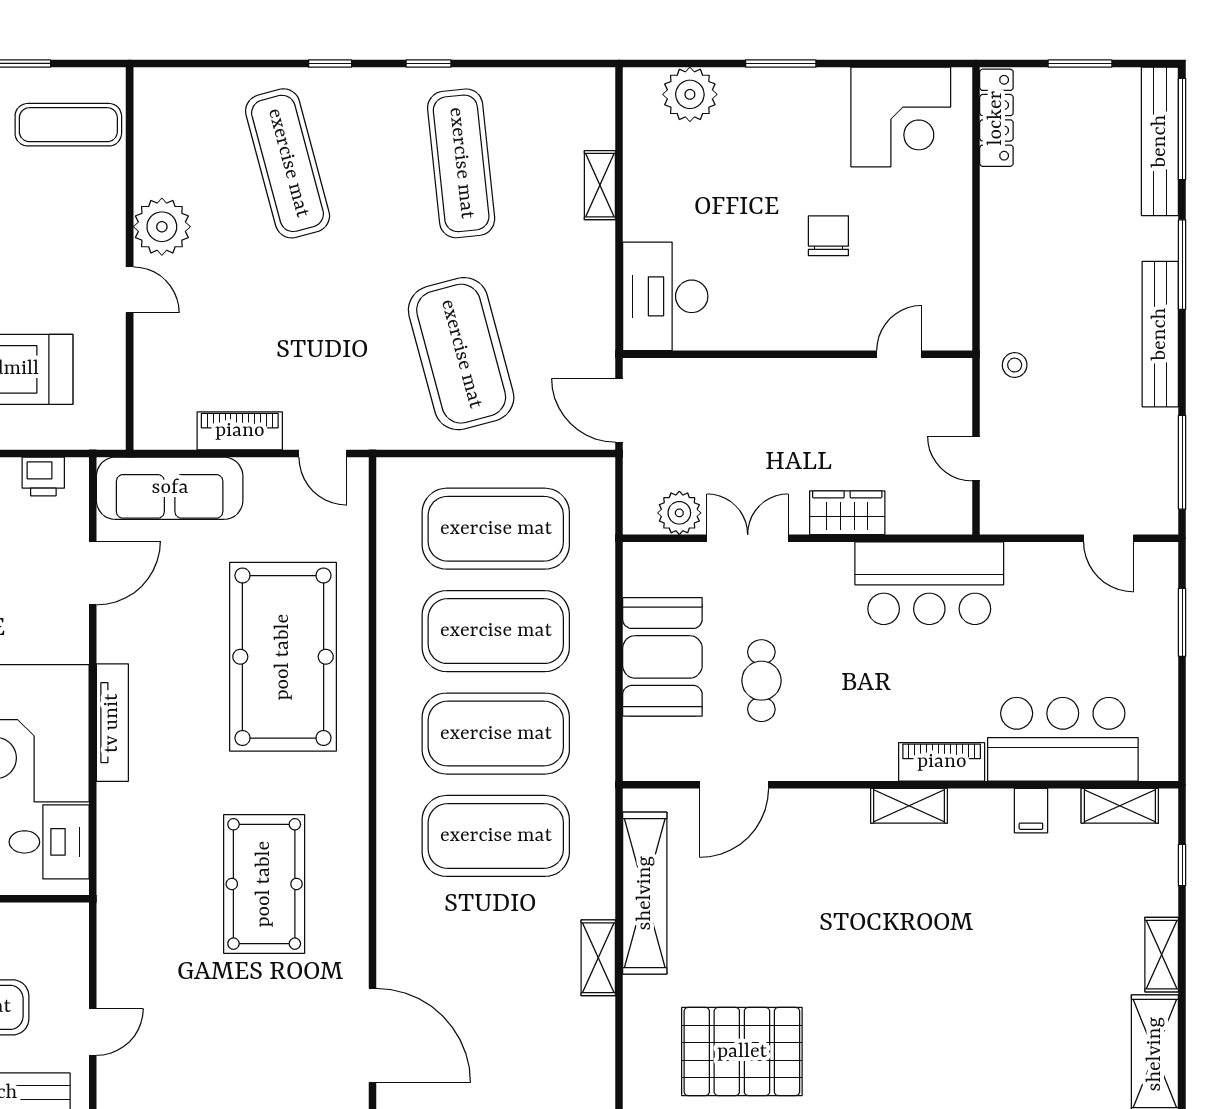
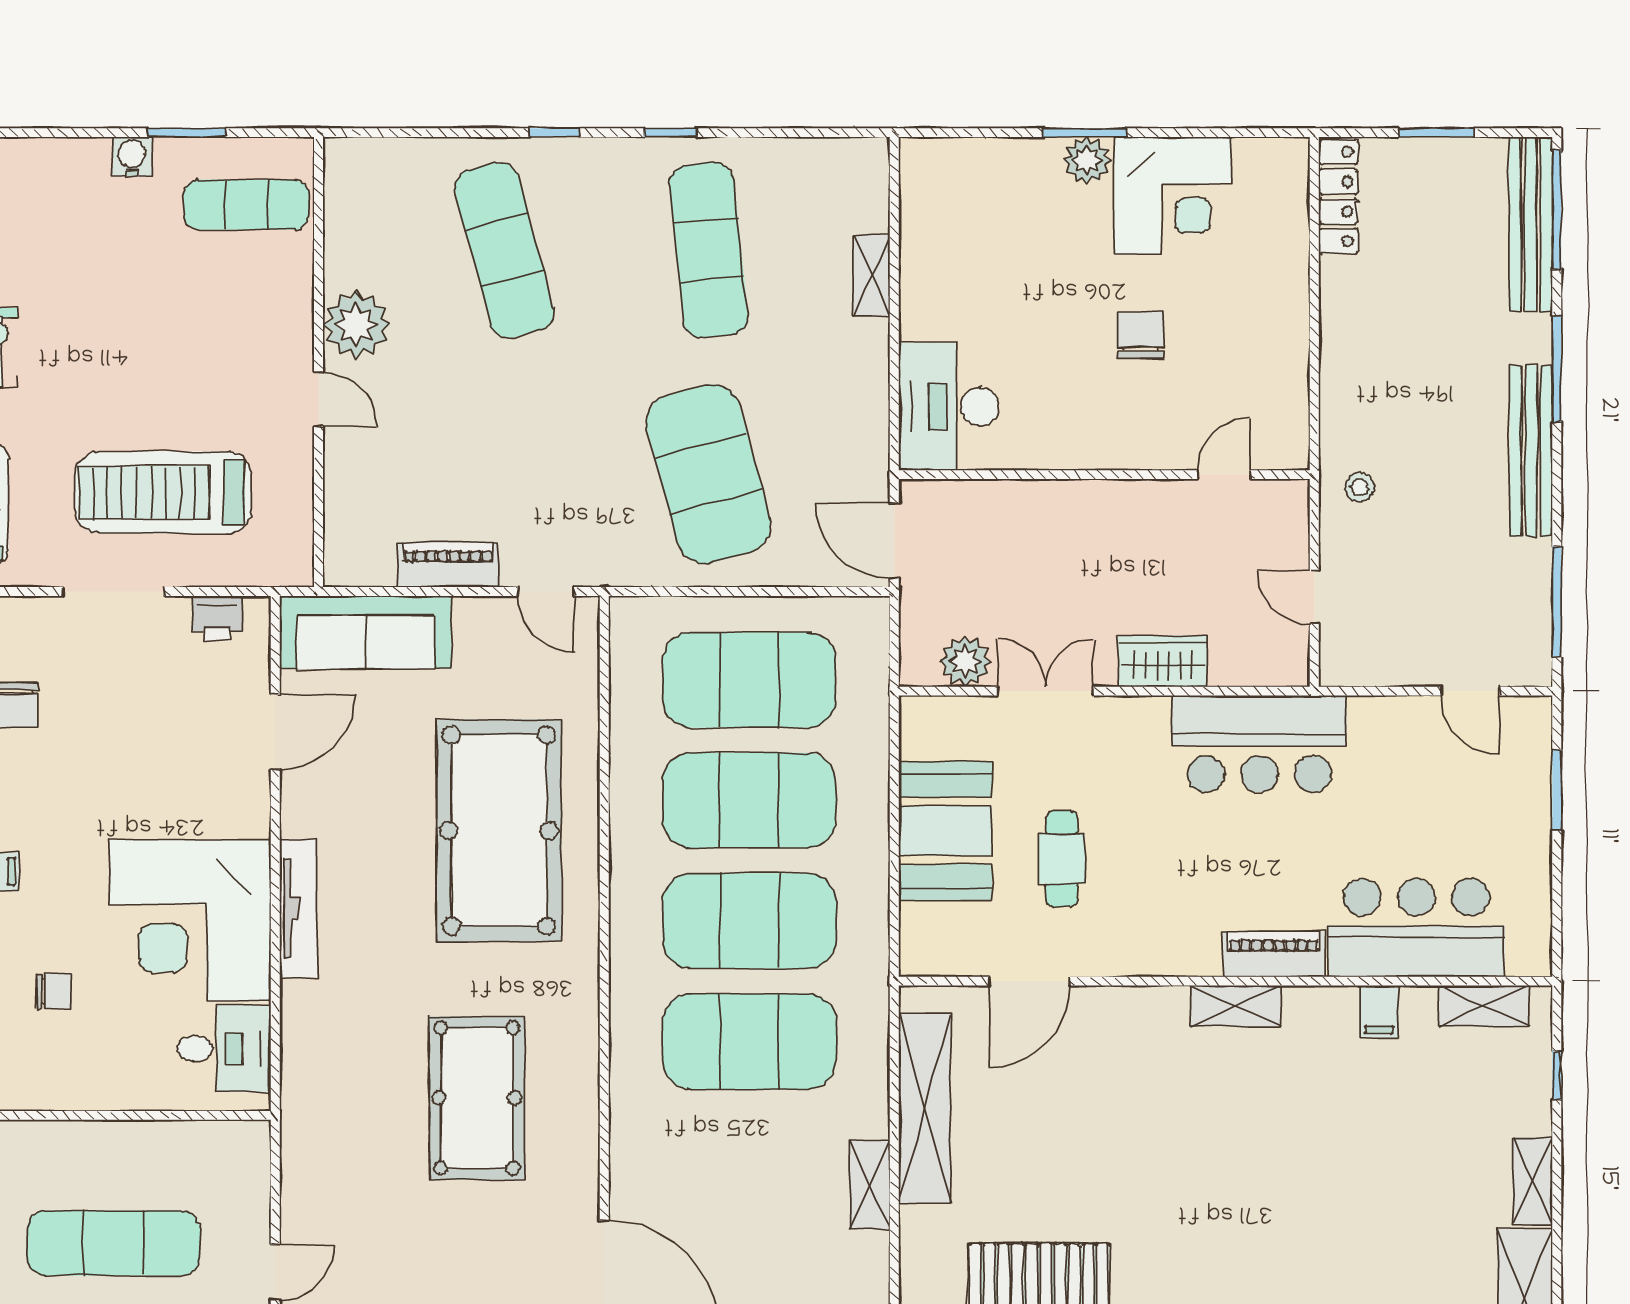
plant: (690, 94) -> (1087, 160), moved, width x0.73, depth x0.73
corner desk: (901, 117) -> (1173, 196), moved

